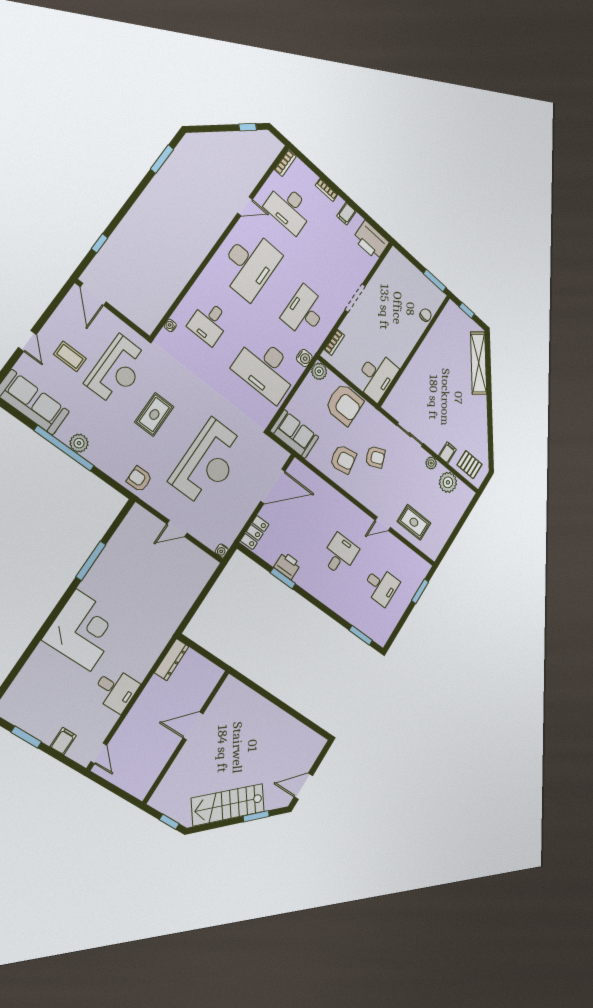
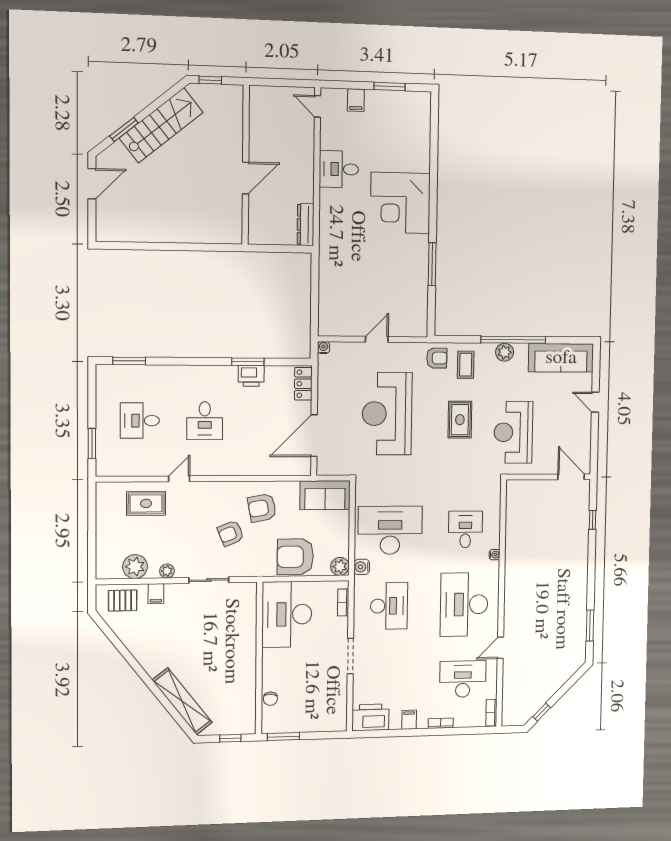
water cooler: (170, 325) -> (495, 555), moved
coffee table: (70, 356) -> (466, 365), moved, turned 90
desk: (376, 376) -> (287, 614), width x1.36, depth x1.30

